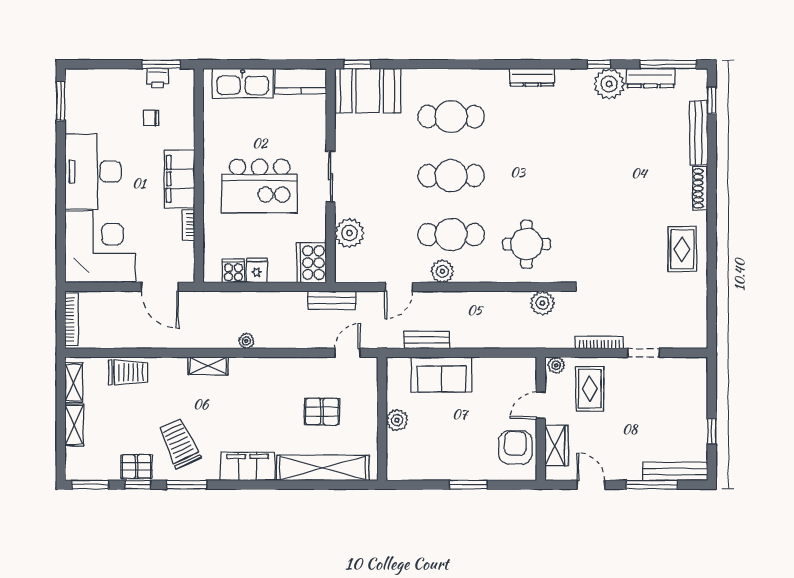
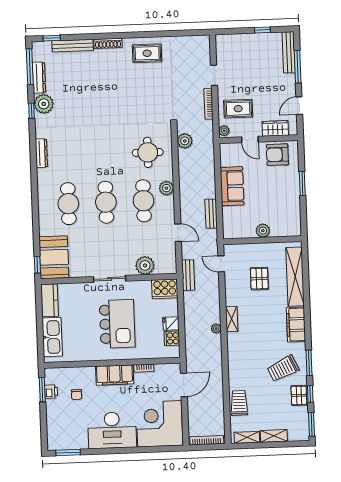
plant: (442, 271) -> (166, 188), moved
shelving: (208, 366) -> (232, 319), moved
sofa: (441, 374) -> (232, 186), moved

